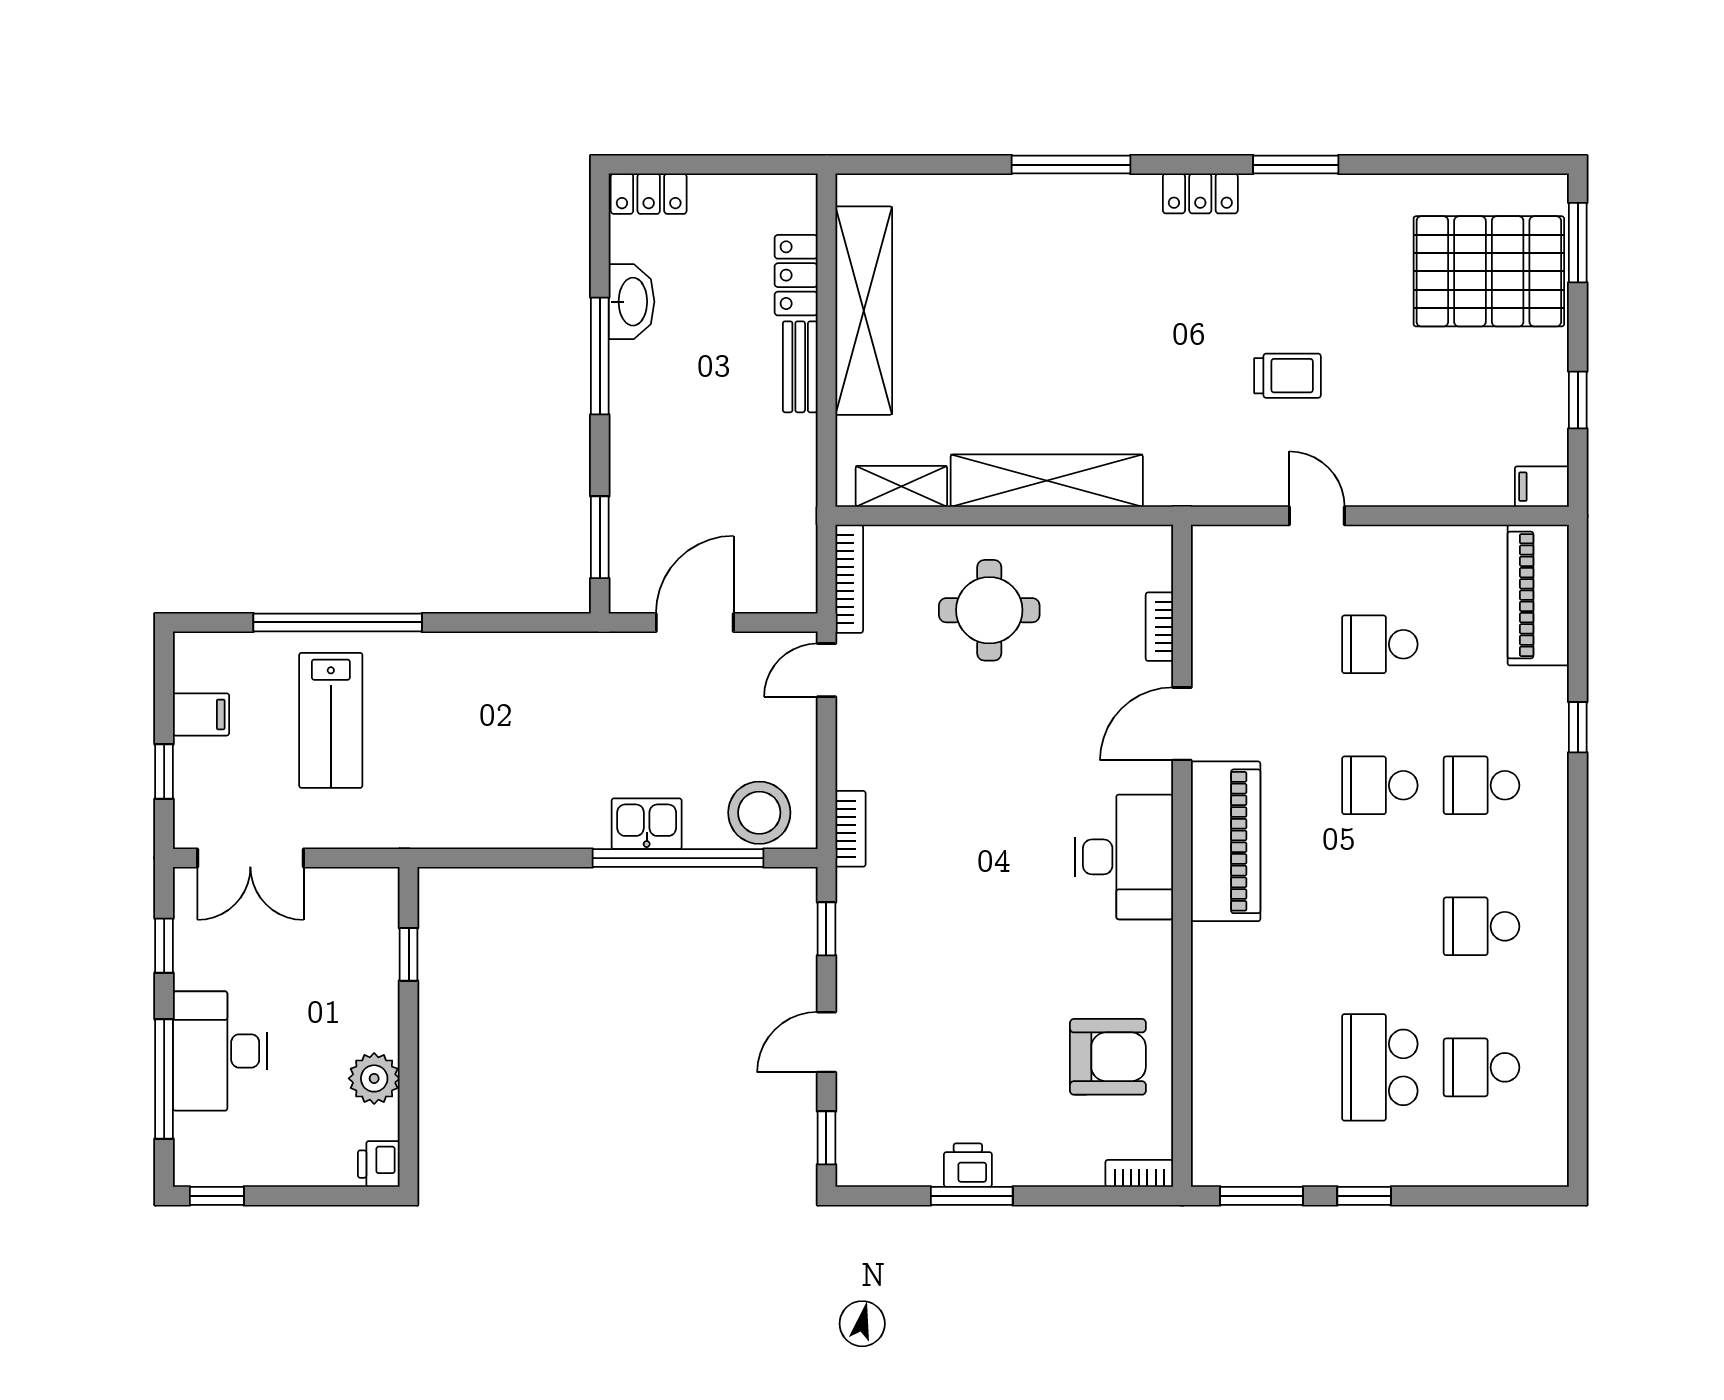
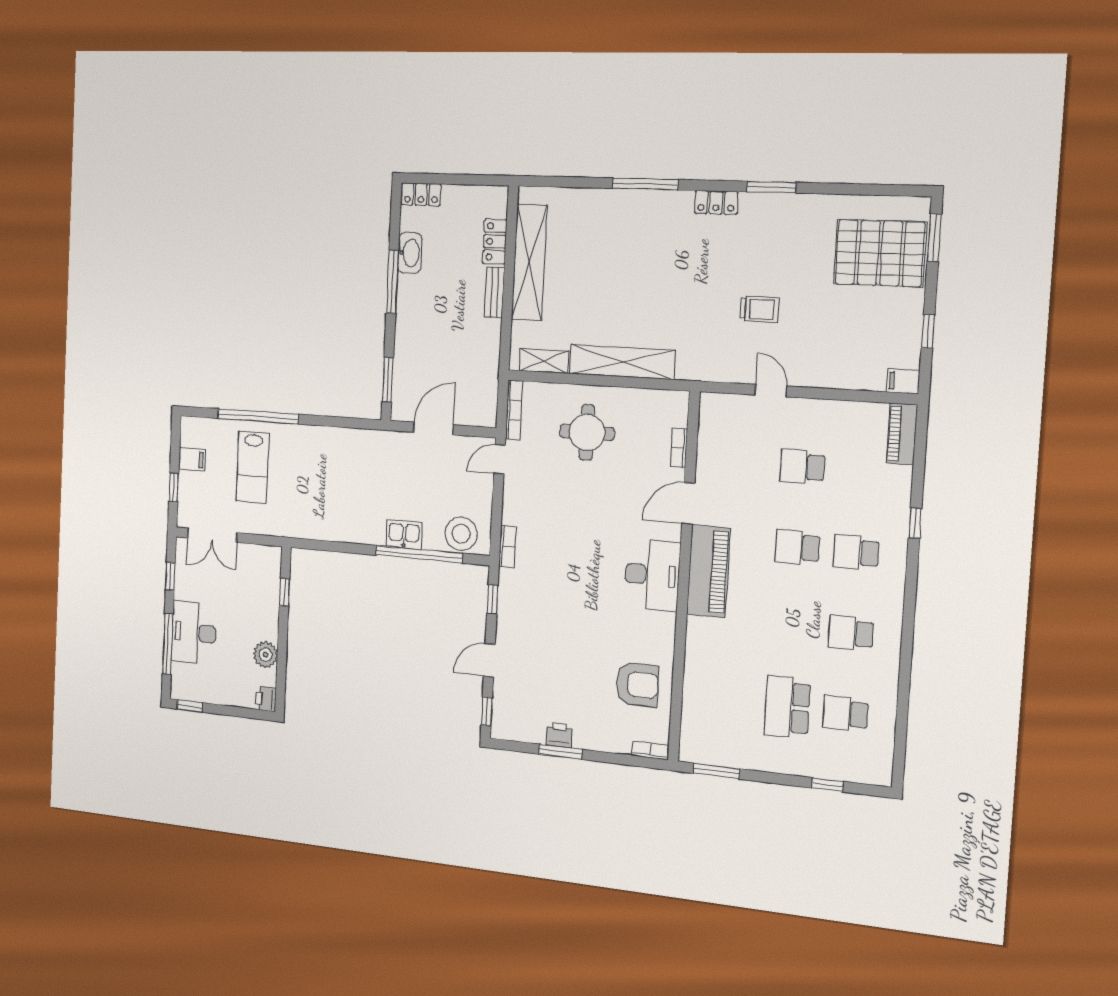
piano: (1538, 595) -> (902, 434), width x0.73, depth x0.75
window: (1364, 1196) -> (827, 785), moved

